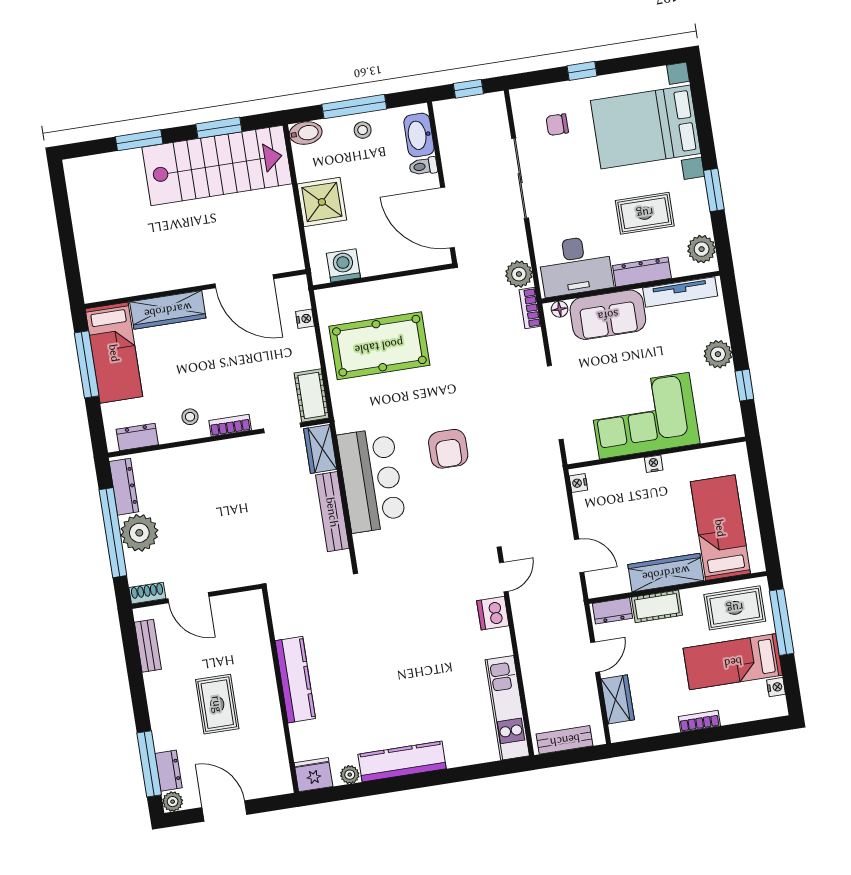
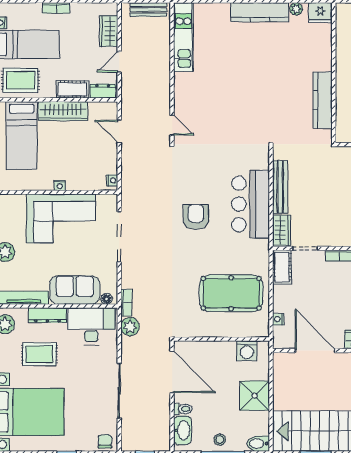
chair: (557, 125) -> (105, 441), moved, turned -90
door: (504, 577) -> (172, 125), swing flipped
dishwasher: (493, 613) -> (183, 102), removed
kitchen counter: (295, 680) -> (323, 100), moved

